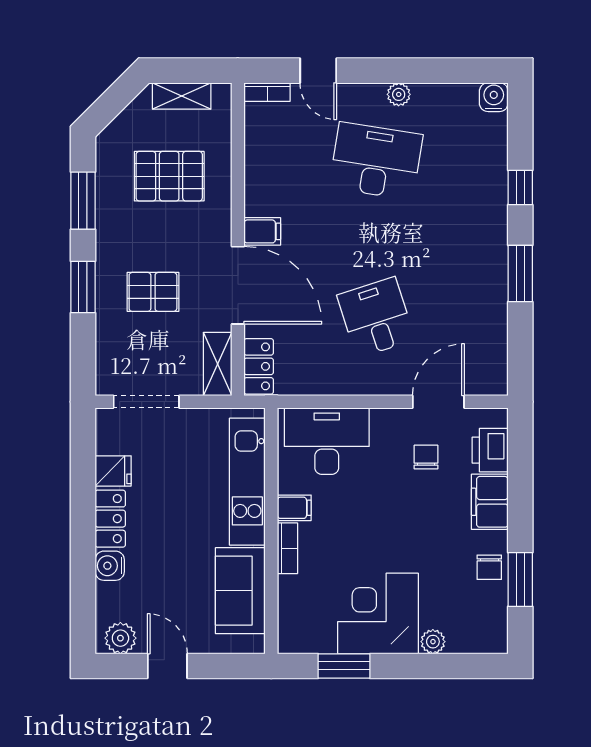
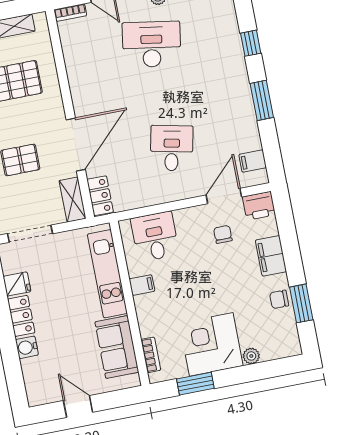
filing cabinet: (262, 231) -> (253, 161), moved, turned 180
door: (238, 285) -> (76, 145), hinge flipped
desk: (376, 317) -> (172, 148), turned 30
desk: (327, 441) -> (155, 237), width x0.73
printer: (490, 450) -> (259, 206), moved, turned -90
bookcase: (287, 548) -> (151, 355), moved
chair: (489, 567) -> (279, 299), turned 90
plant: (120, 638) -> (43, 394), removed

